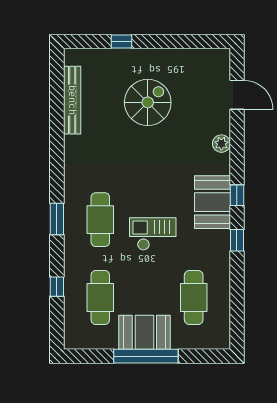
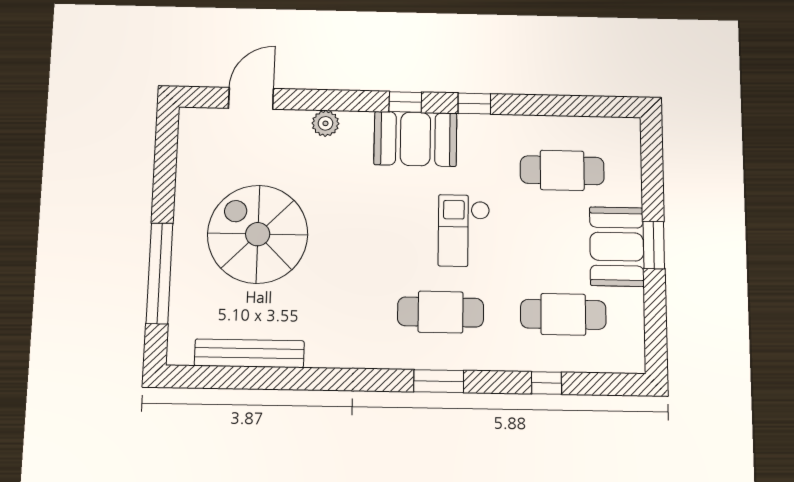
window: (121, 42) -> (160, 273), width x3.17
spiral stairs: (148, 102) -> (258, 234), width x1.37, depth x1.37
window: (146, 356) -> (654, 245), width x0.47

